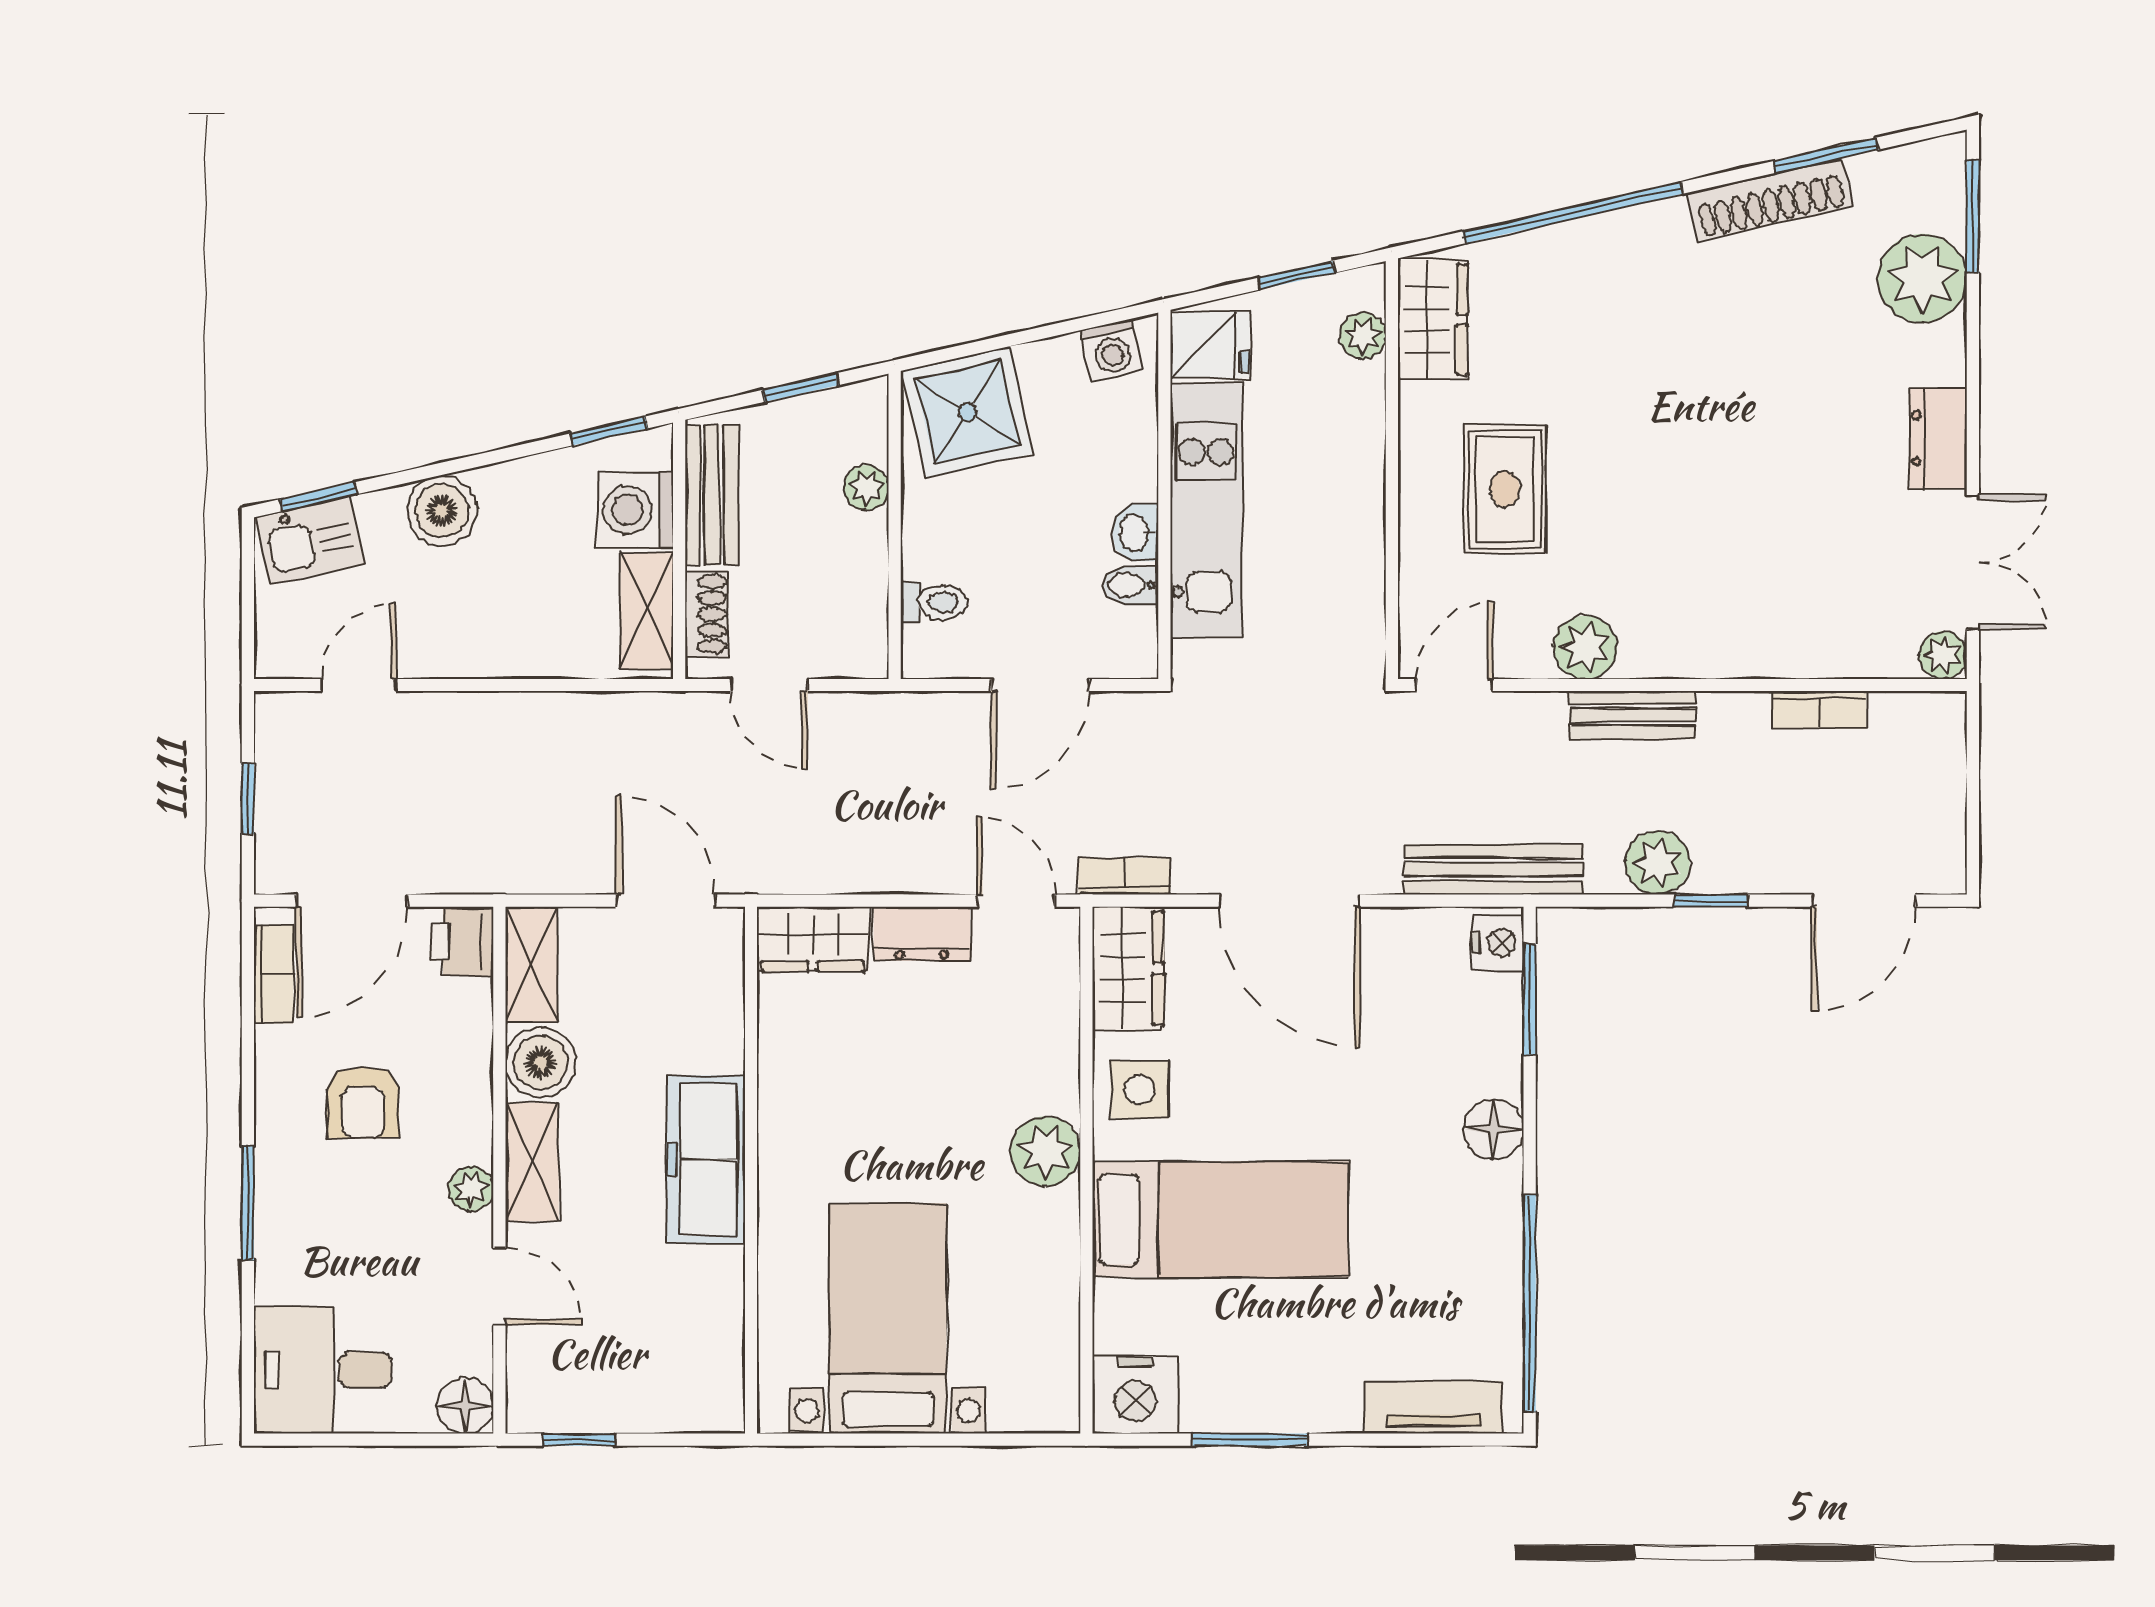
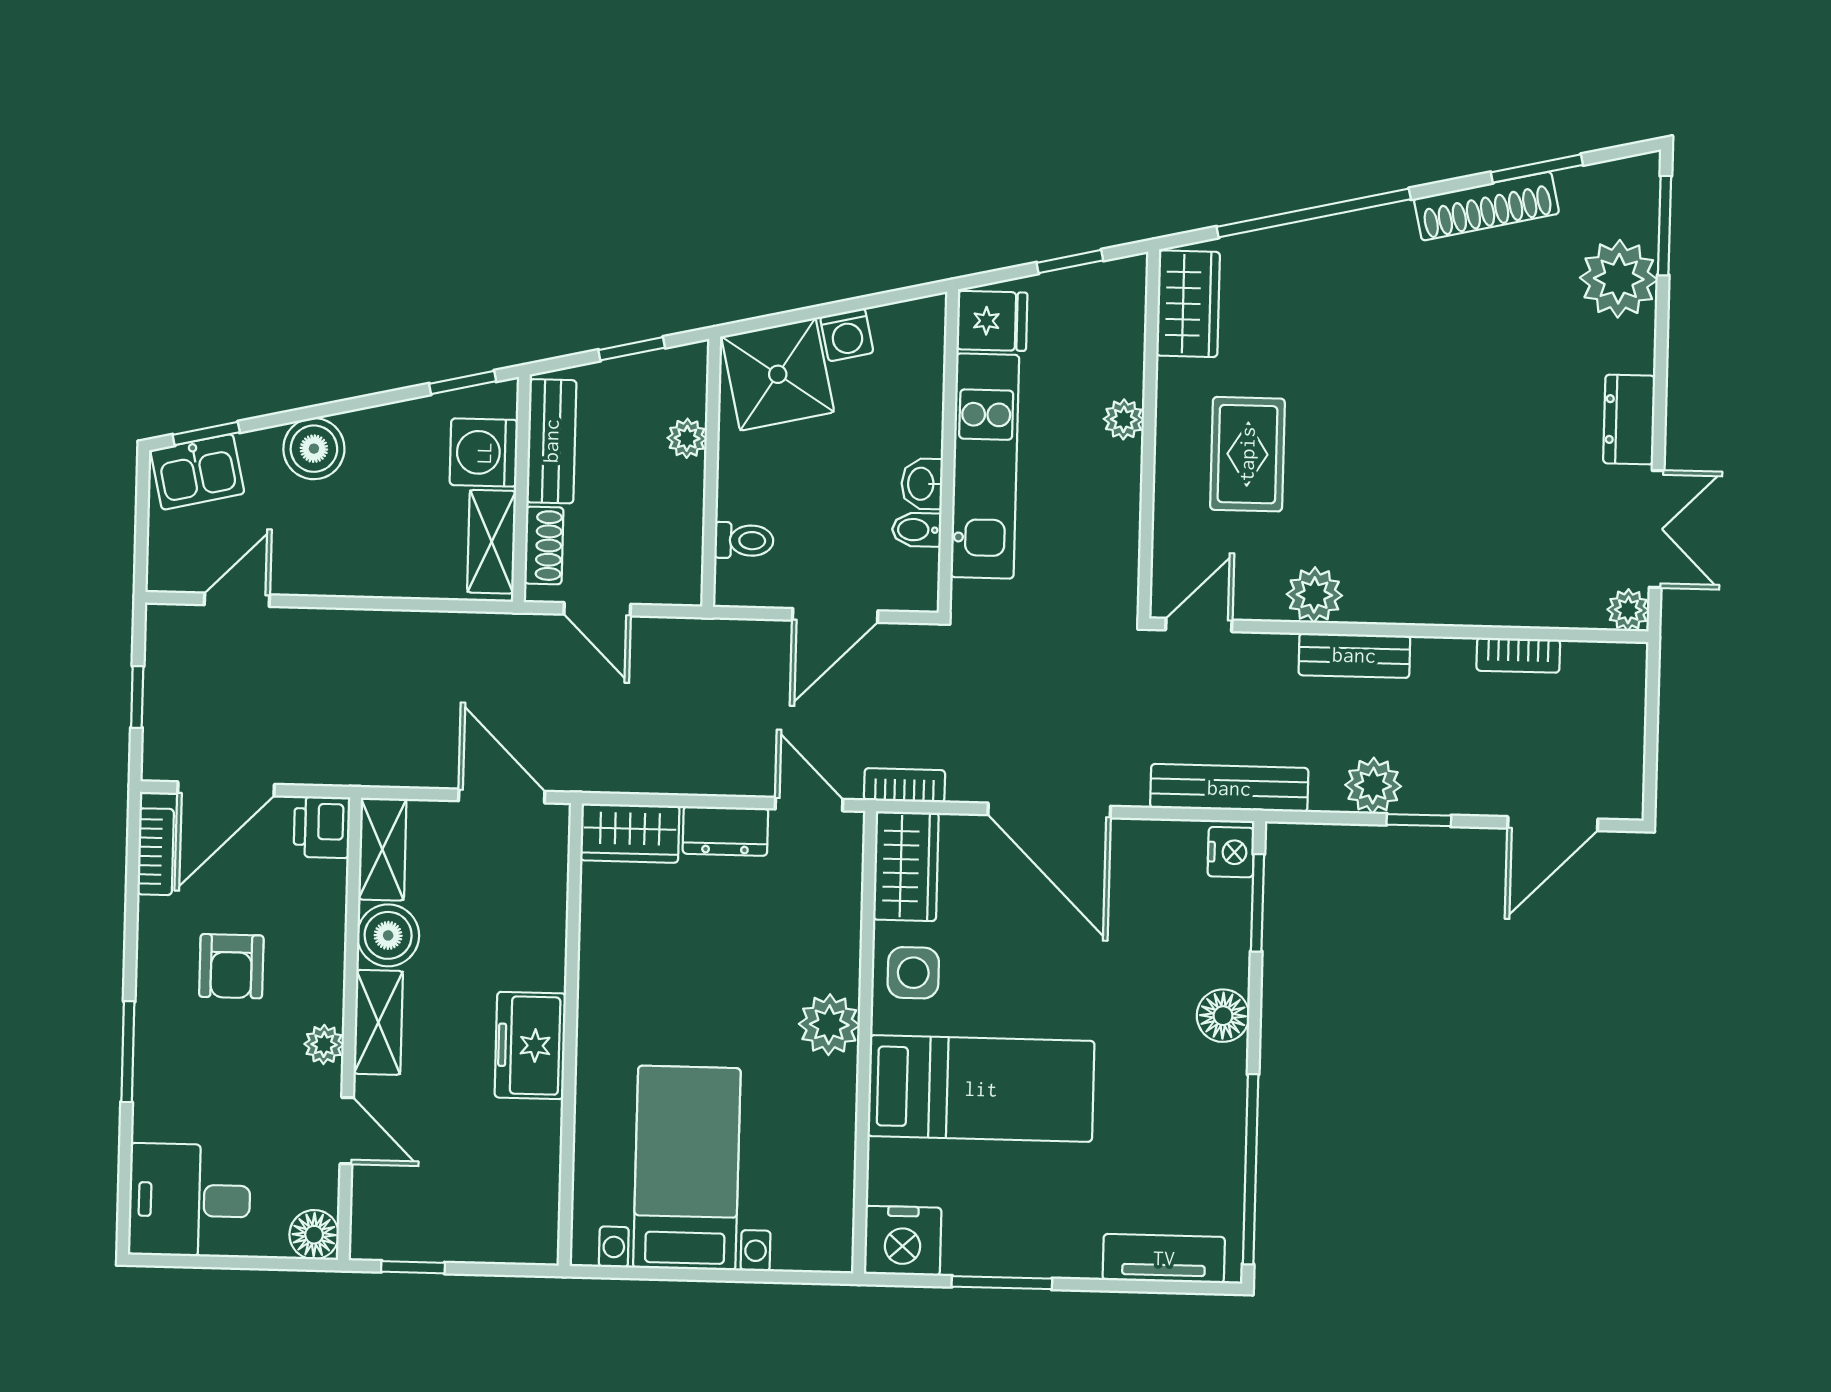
plant: (1363, 336) -> (1124, 419), moved
washing machine: (1112, 350) -> (847, 335), moved
freezer: (706, 1160) -> (530, 1045), width x0.71

